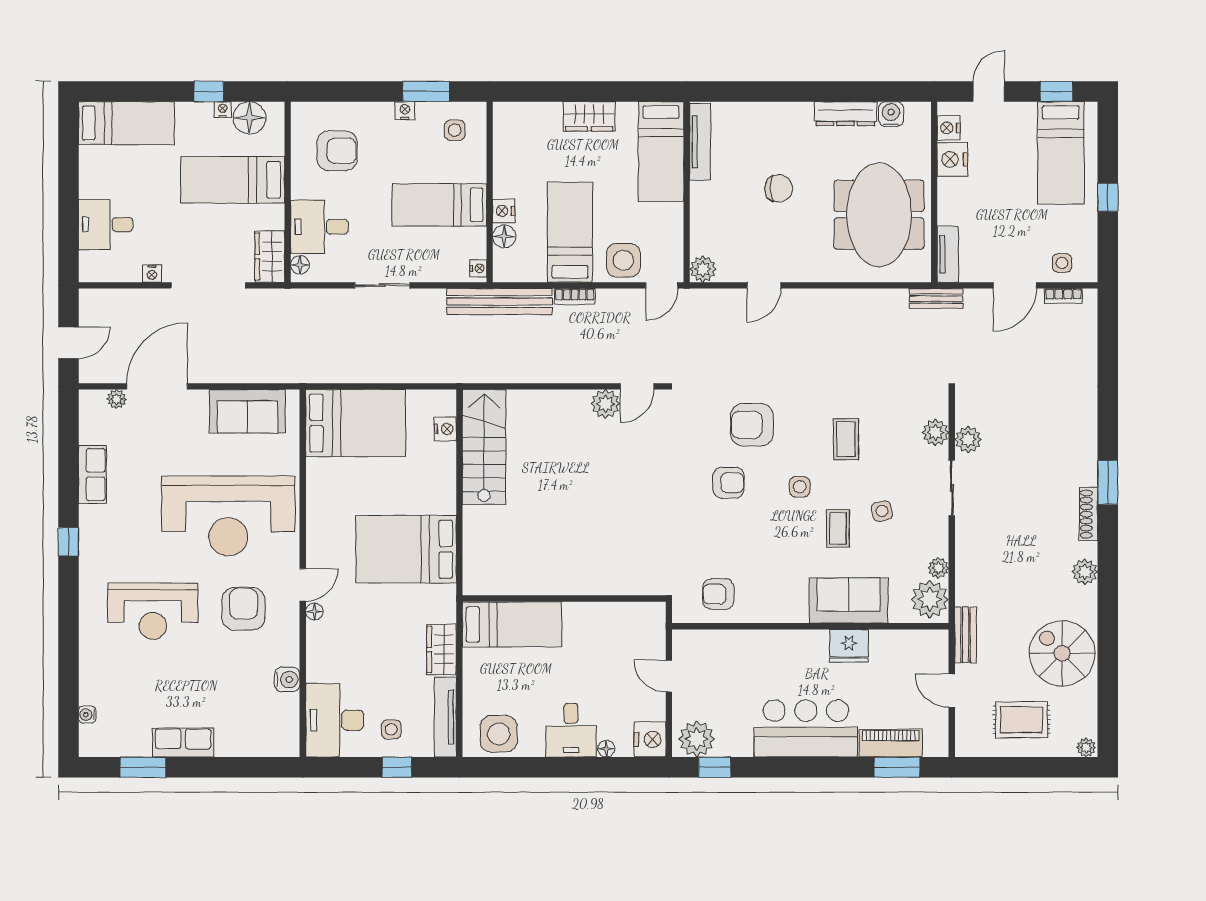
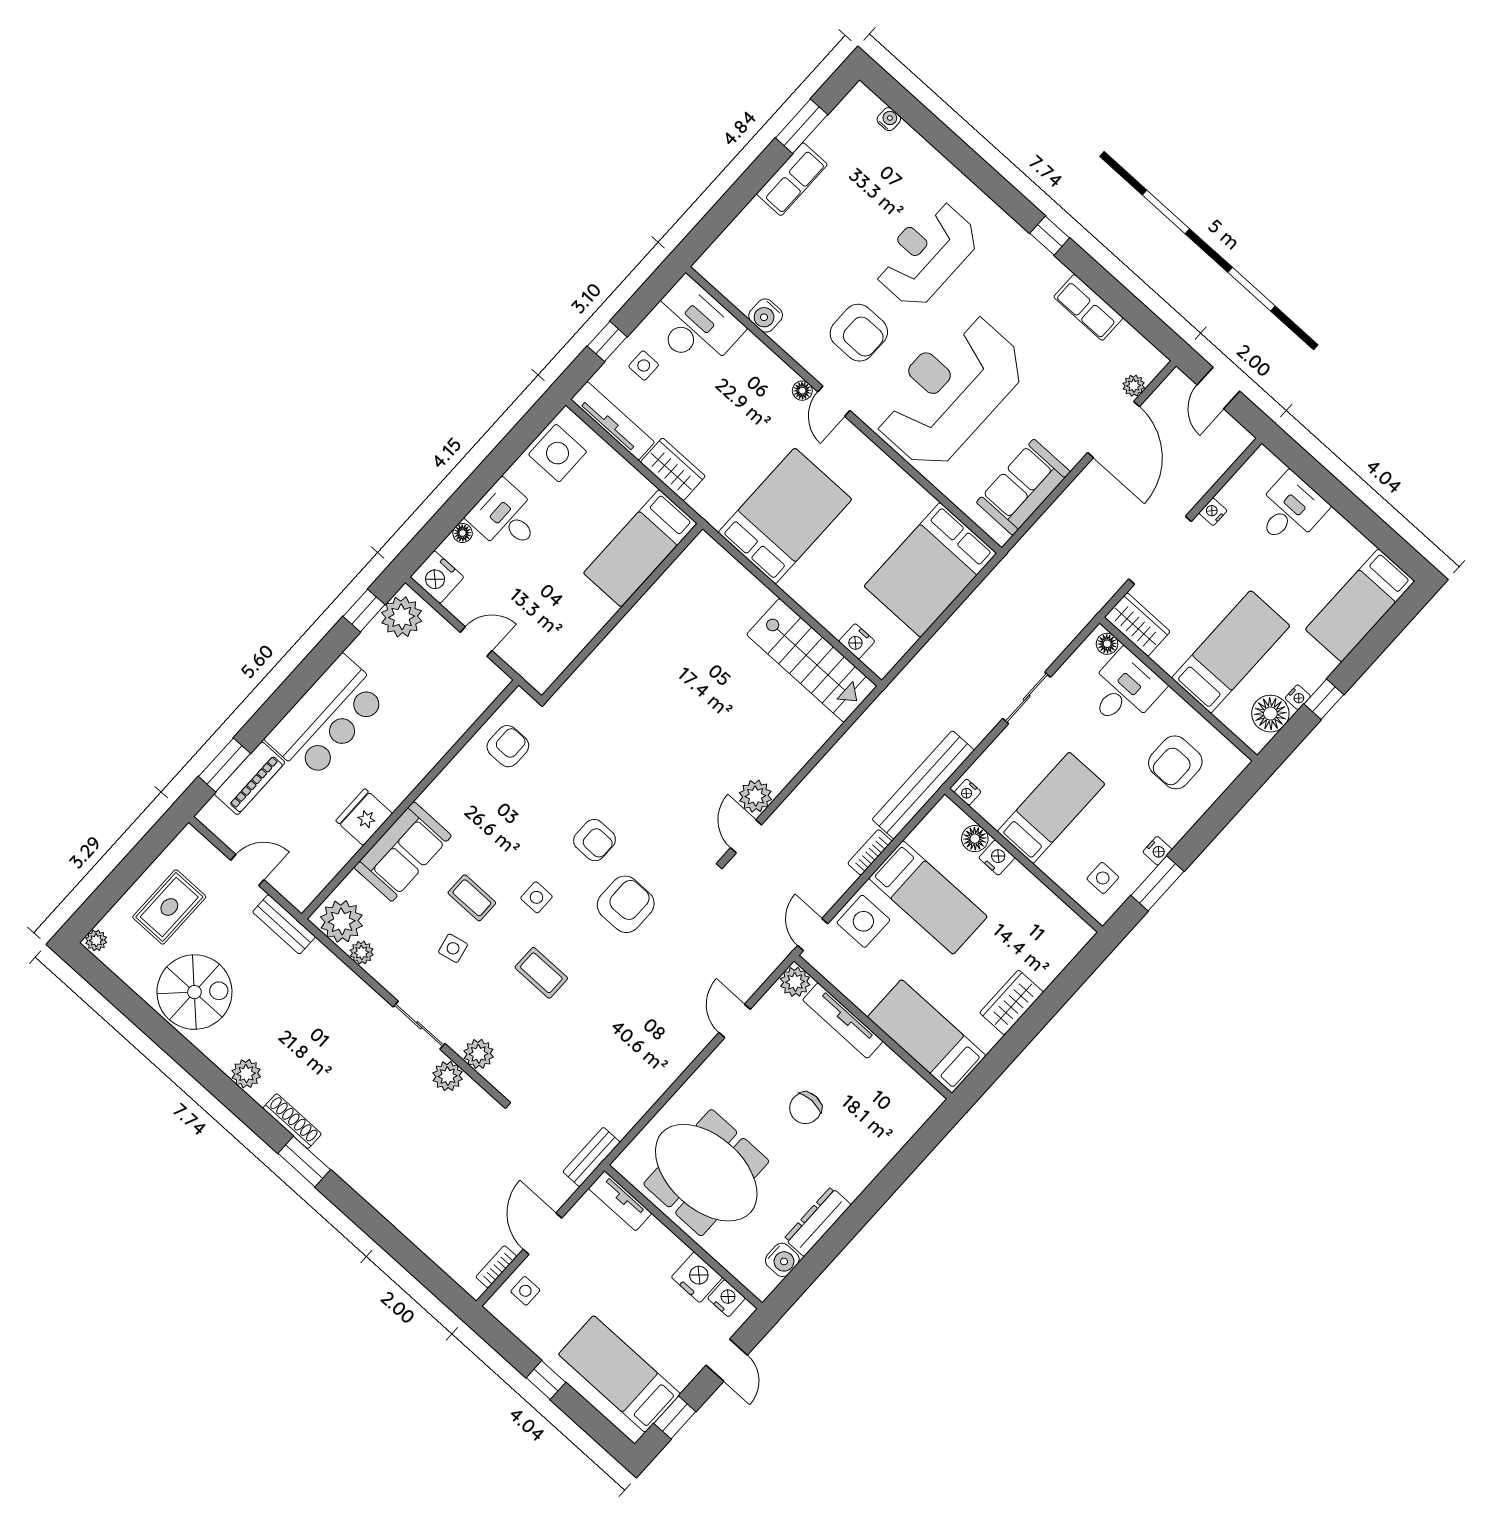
tv unit: (700, 142) -> (843, 1021), moved
armchair: (728, 483) -> (594, 840), turned -90

